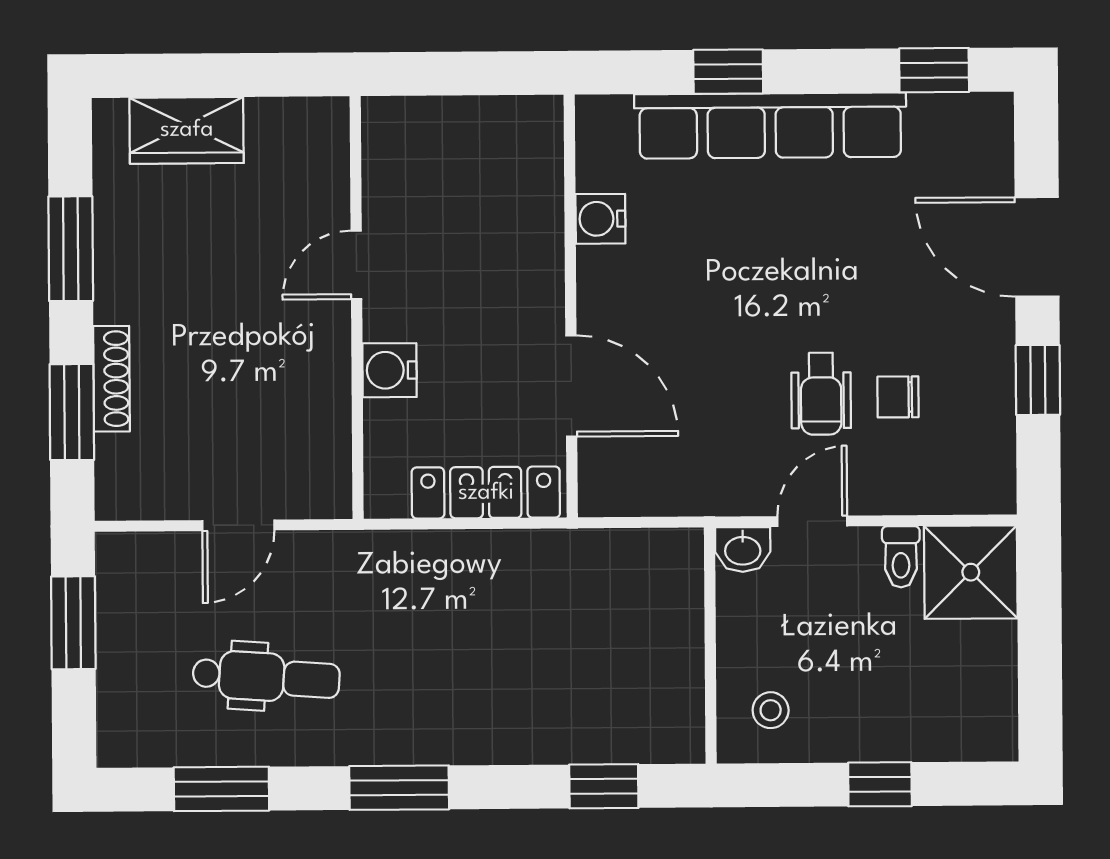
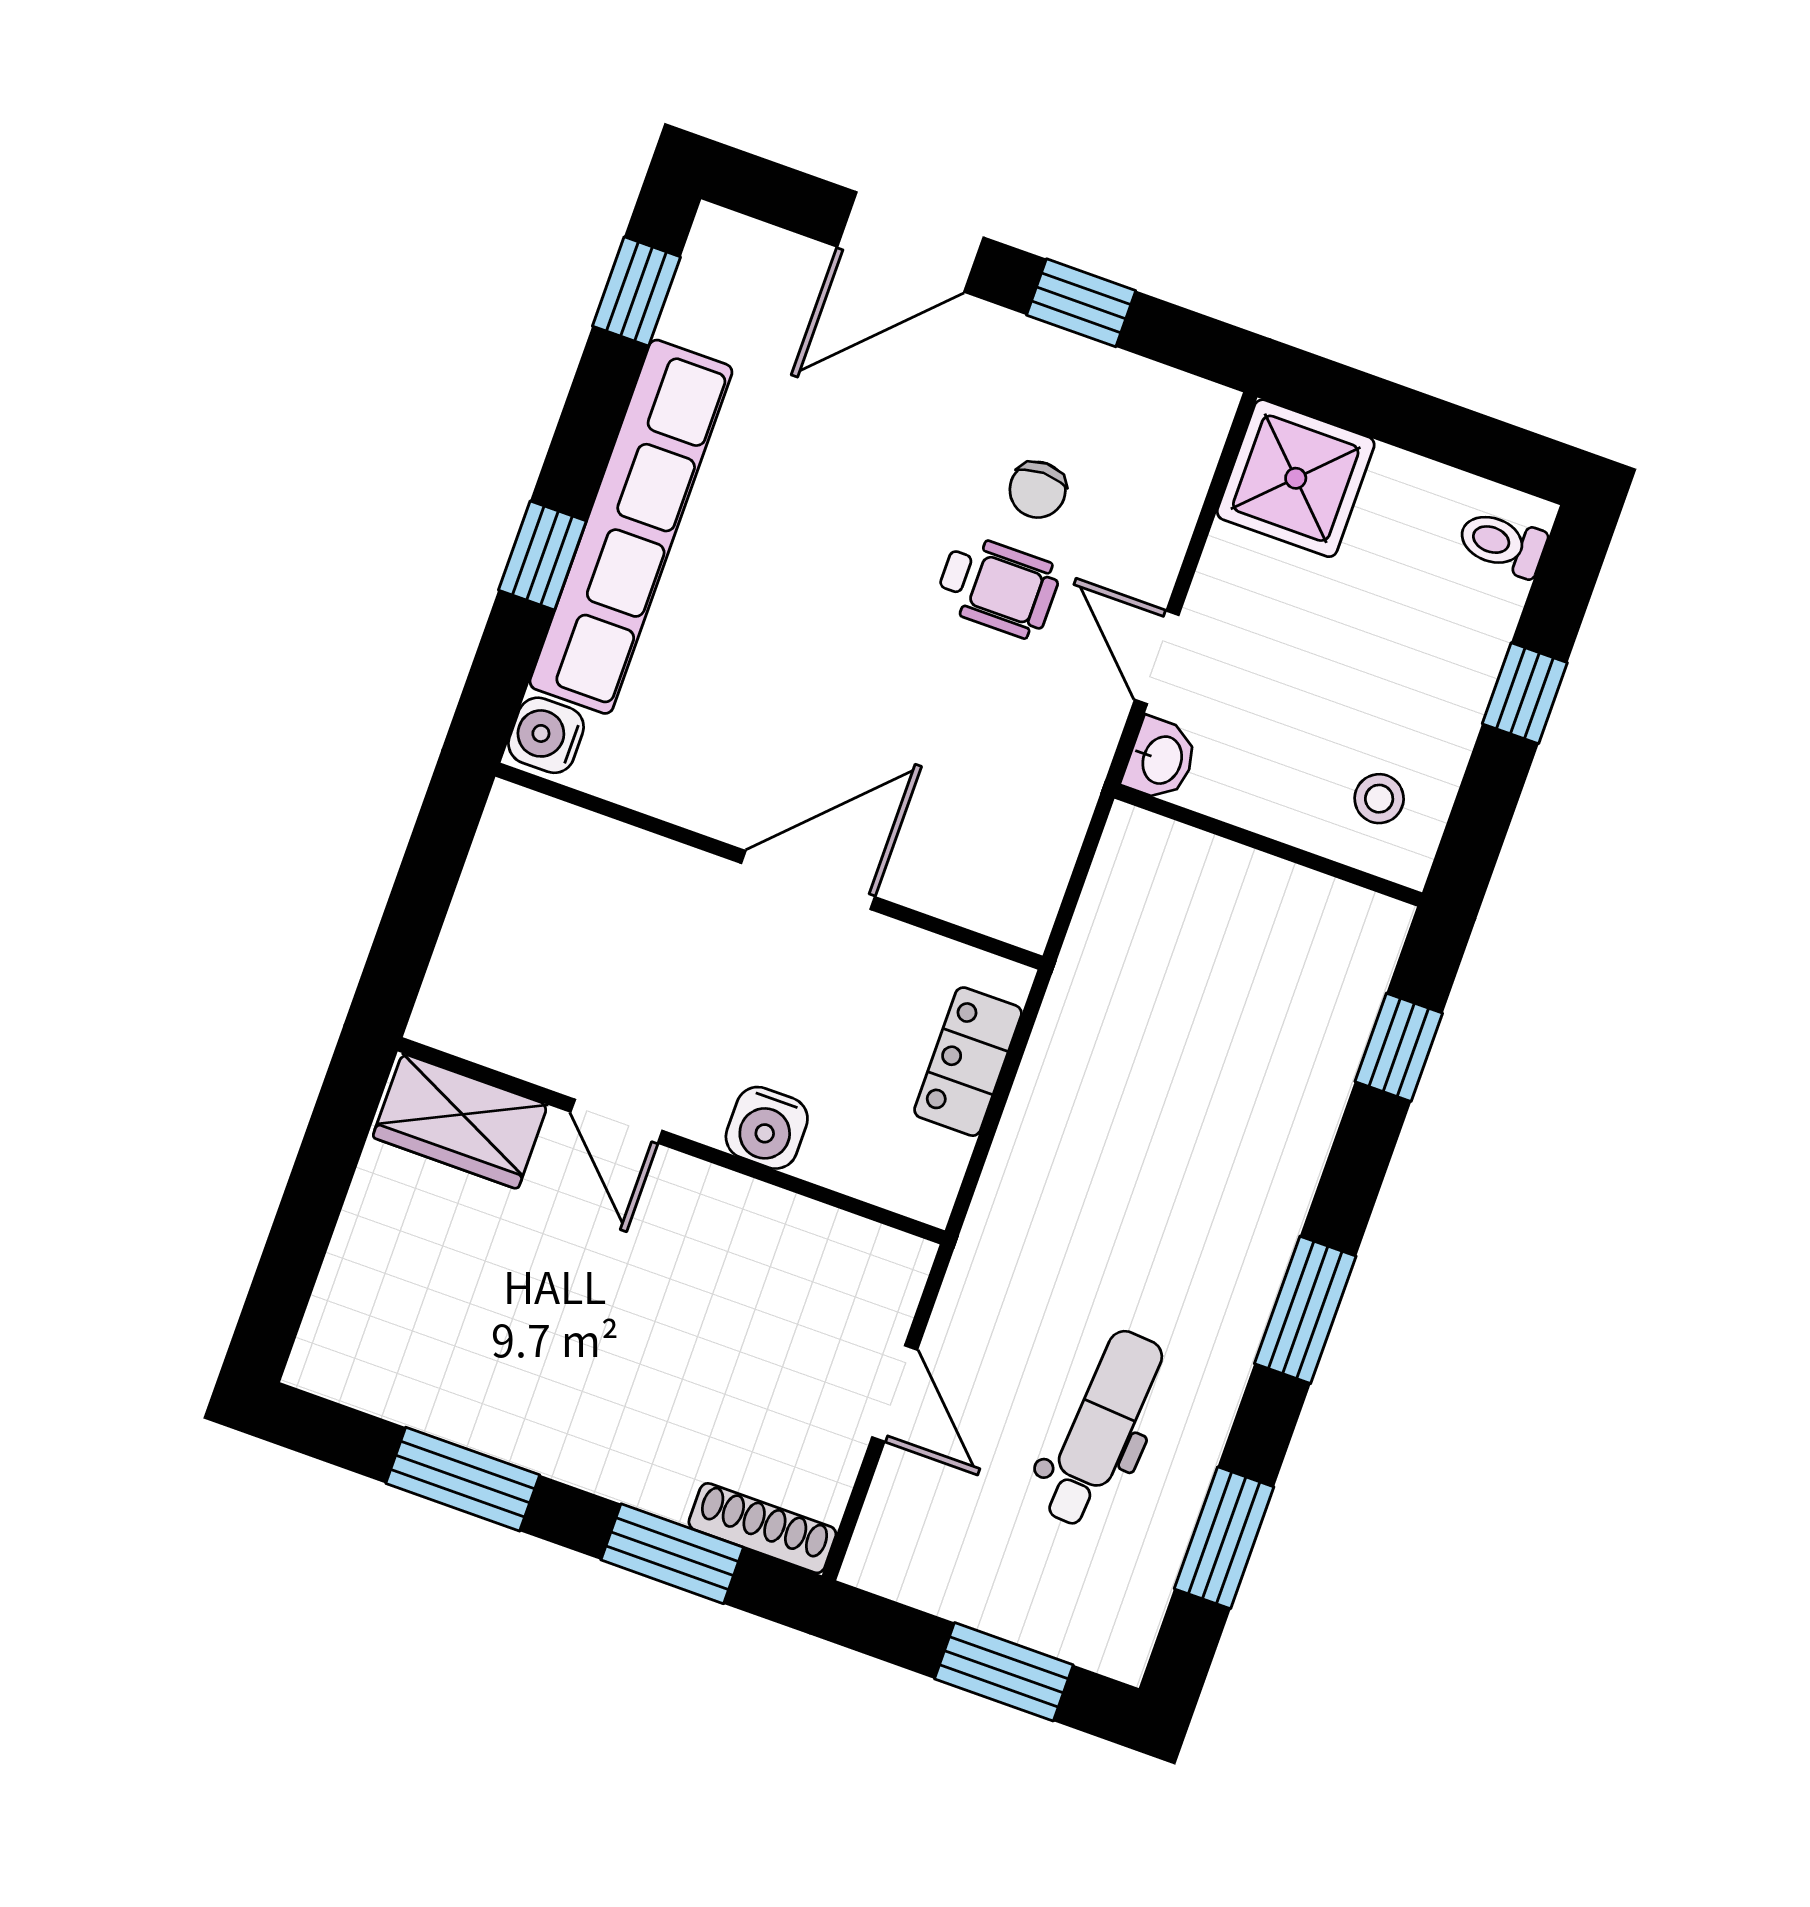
wardrobe: (187, 130) -> (460, 1121), moved, turned 90
water cooler: (600, 219) -> (546, 735), moved, turned 90
shoe rack: (112, 379) -> (762, 1528), moved
door: (571, 386) -> (808, 880), moved
locker: (486, 493) -> (968, 1062), width x0.66
toilet: (901, 557) -> (1502, 543), moved, turned 180
window: (73, 623) -> (1004, 1672), moved

